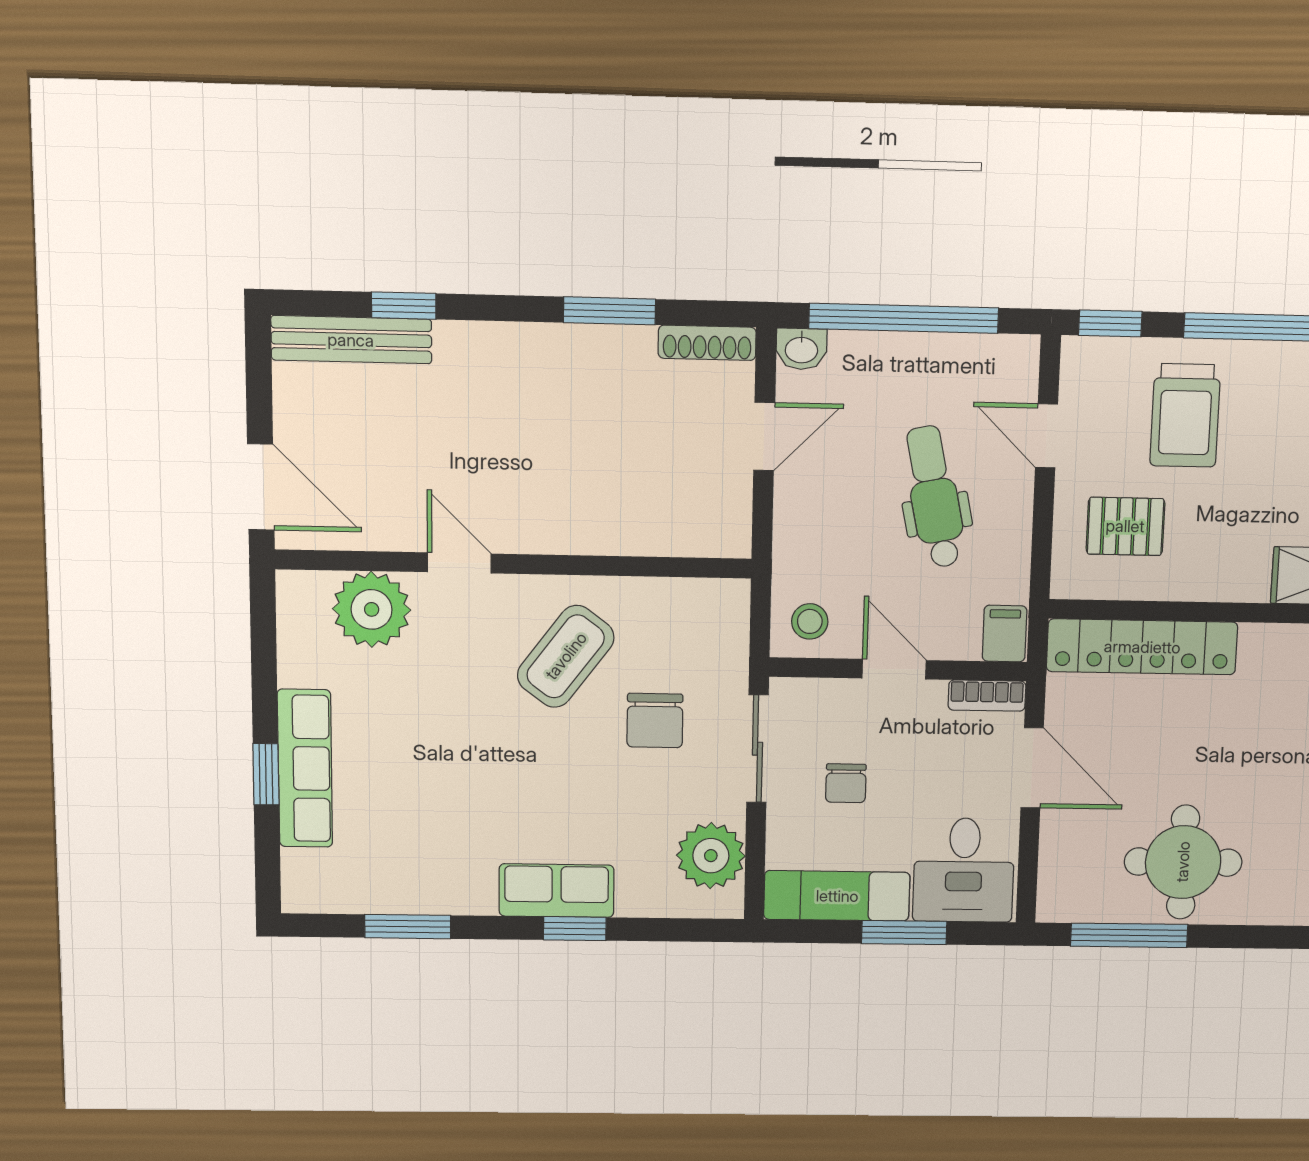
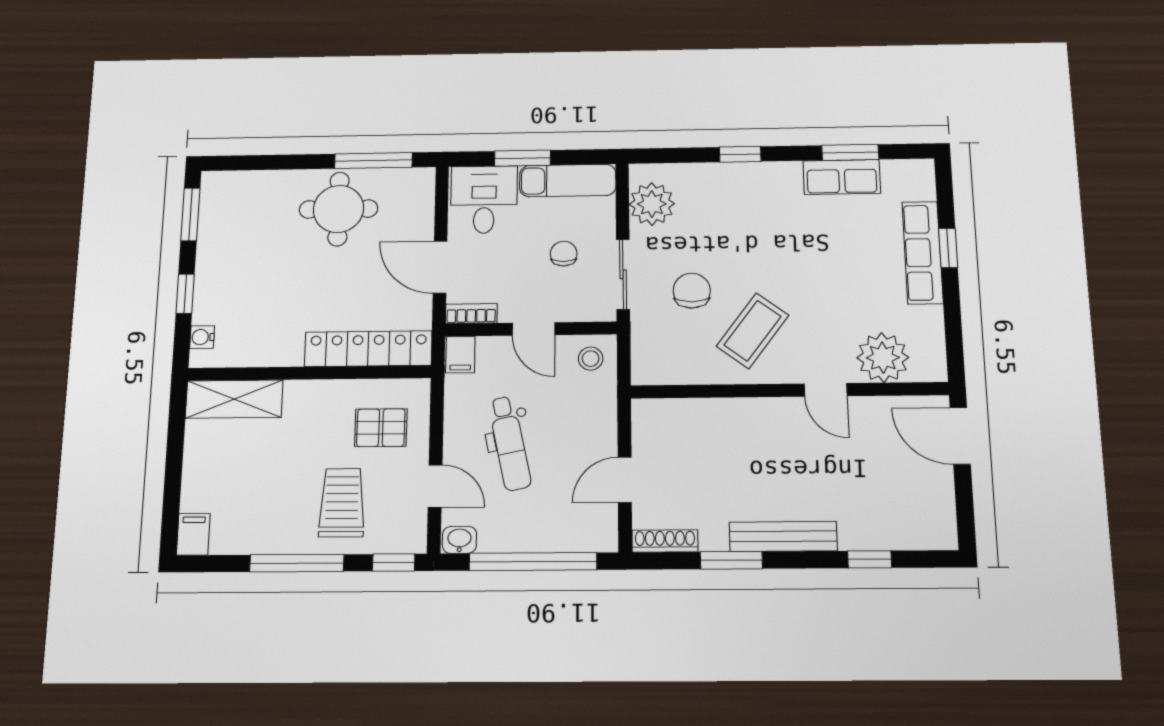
bench: (351, 340) -> (783, 536), moved
washbasin: (801, 349) -> (459, 540), moved
row of seats: (557, 891) -> (842, 177), moved

